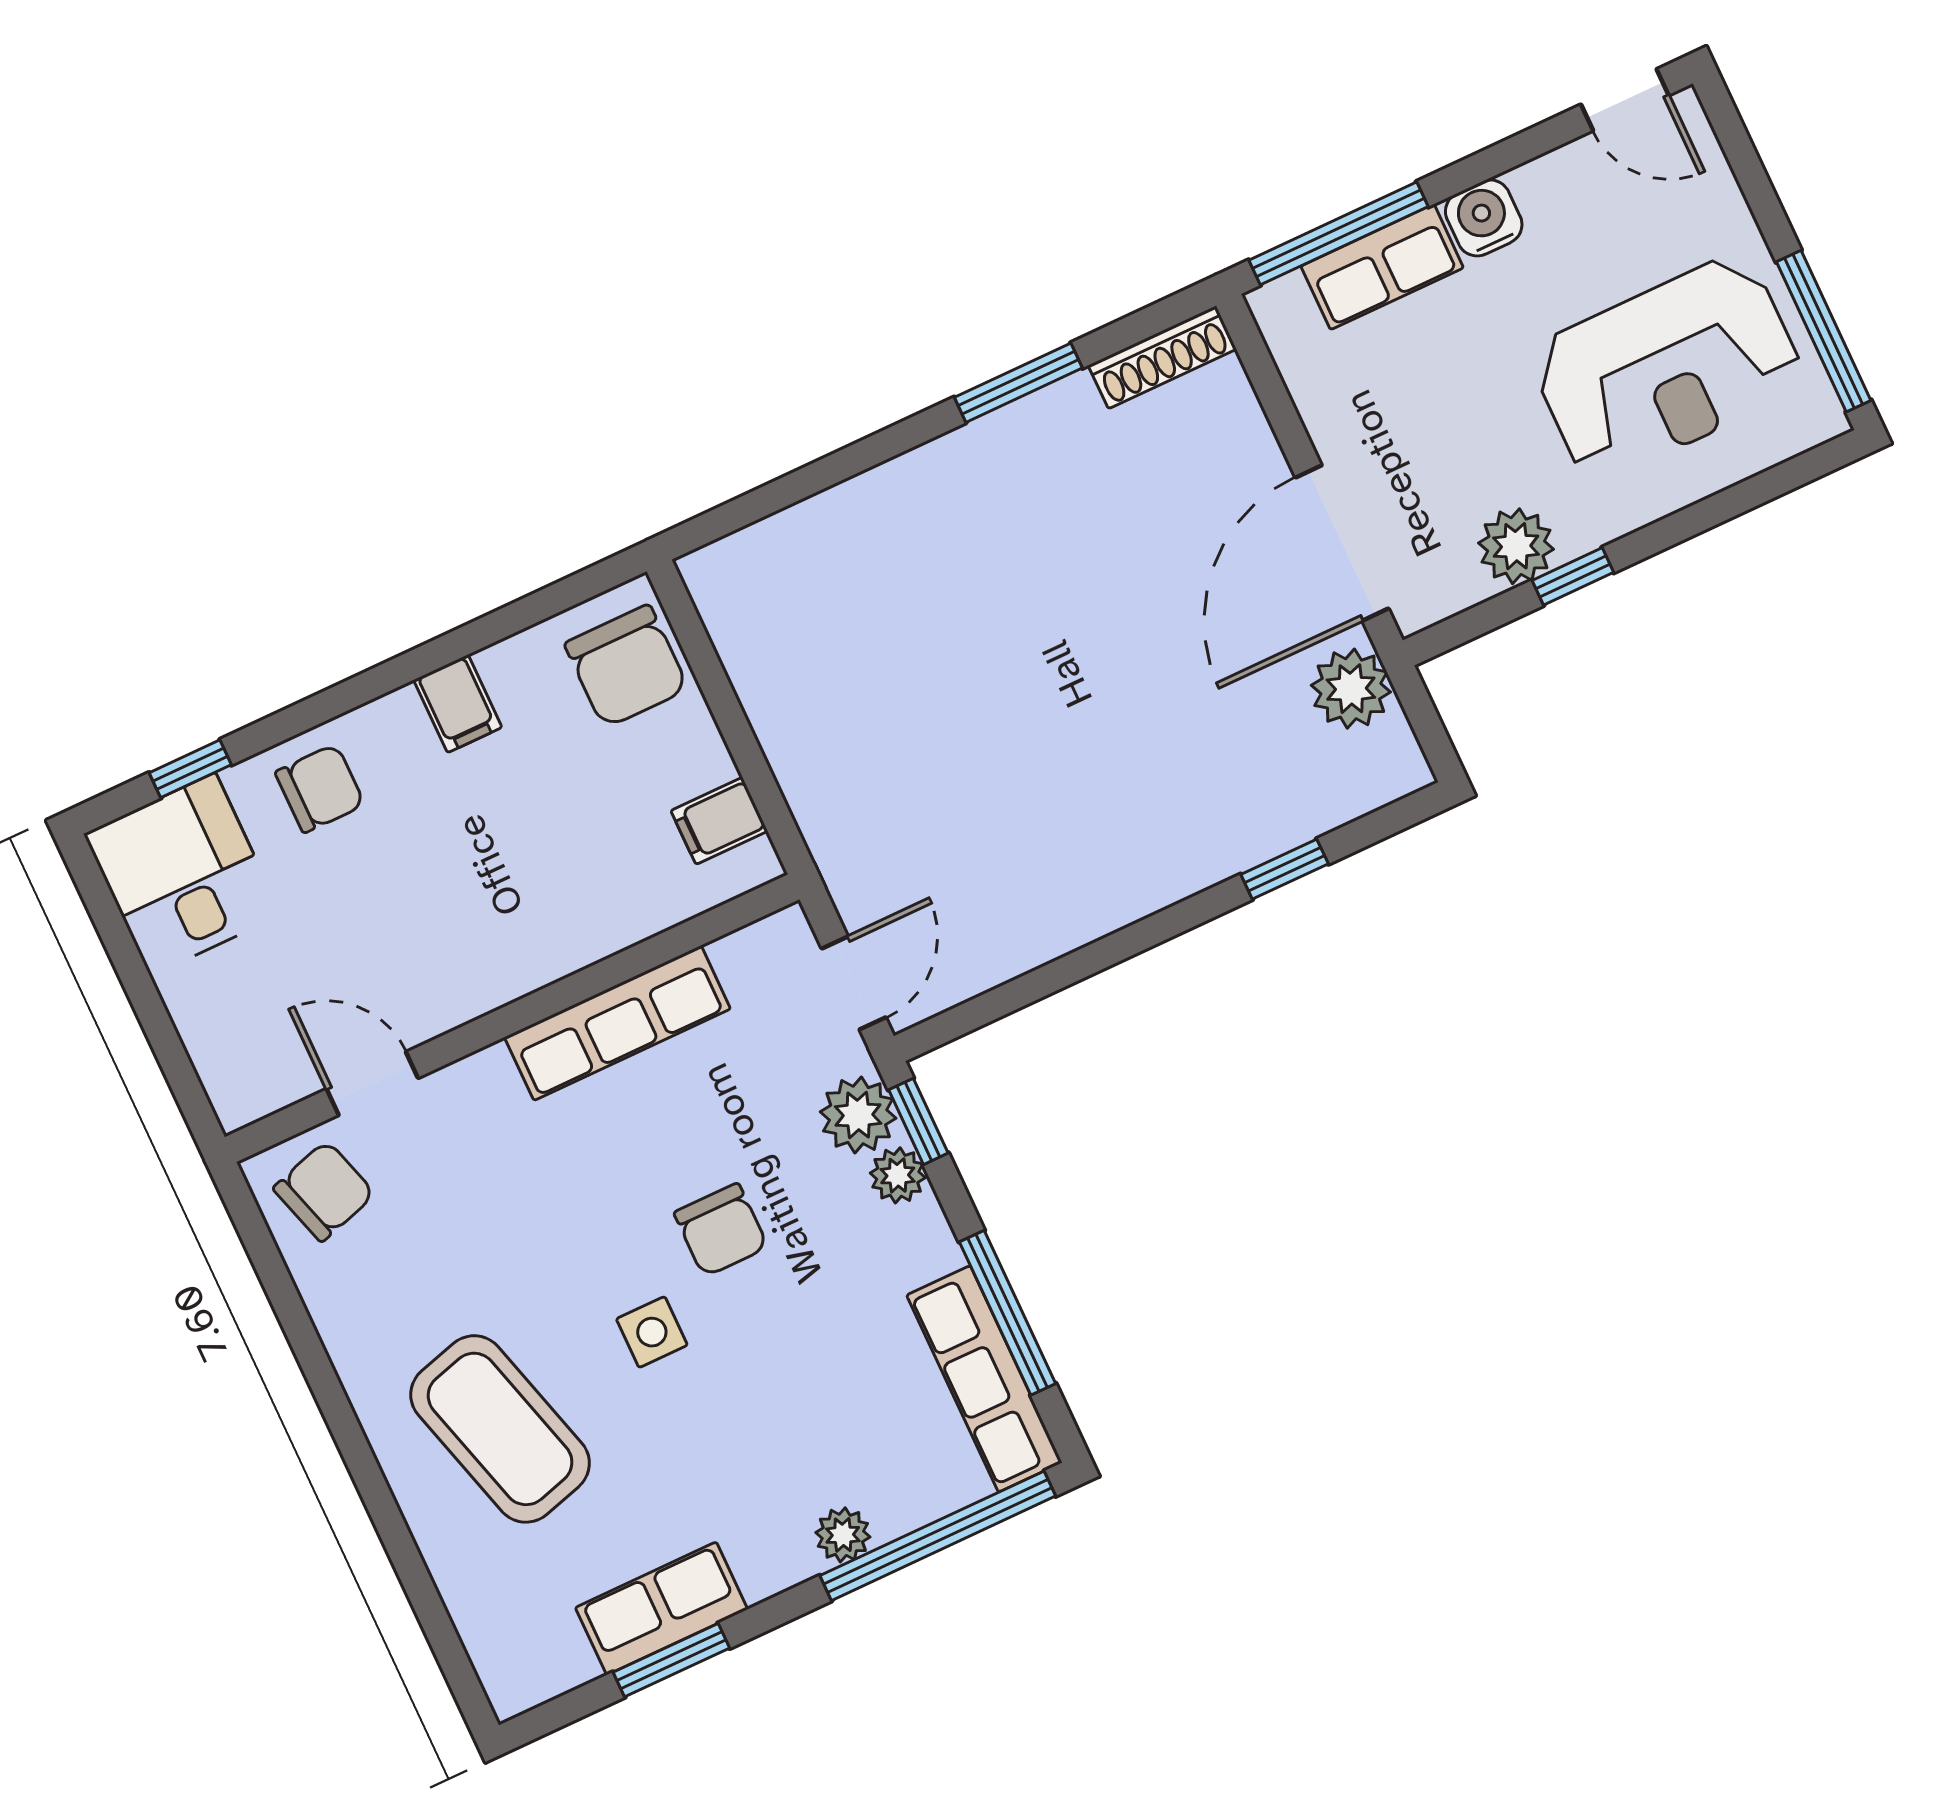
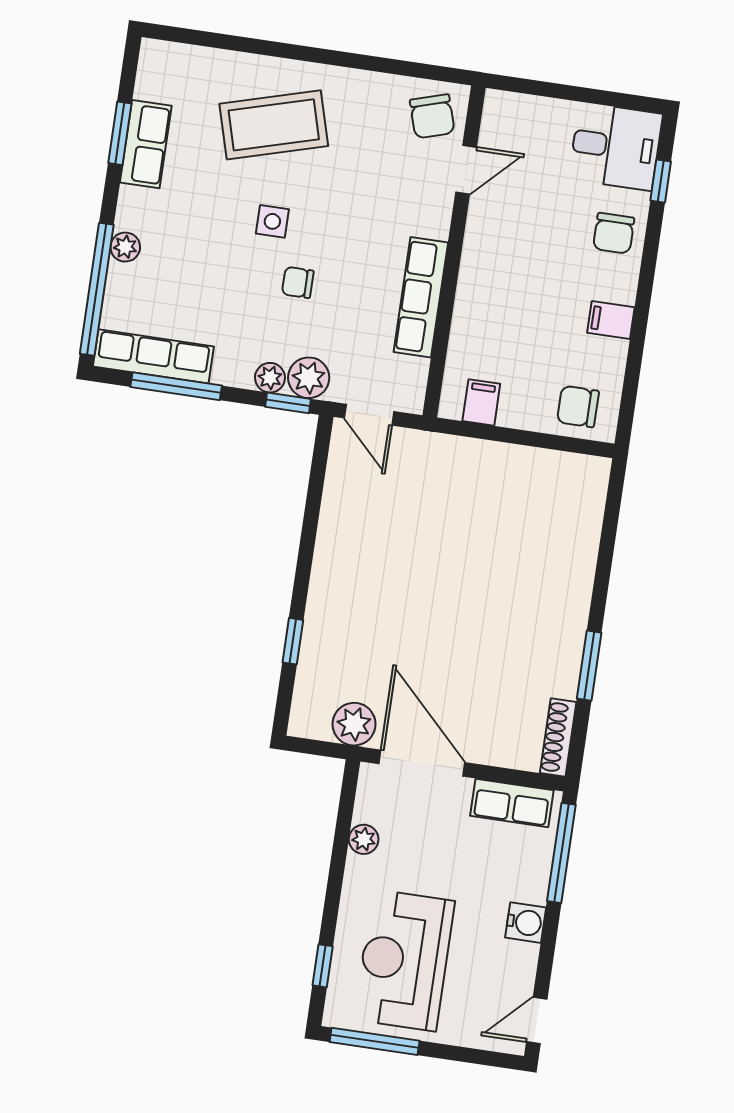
row of seats: (1382, 267) -> (512, 803), moved, turned -90
plant: (1516, 546) -> (364, 839), width x0.73, depth x0.73
window: (1573, 576) -> (323, 966), moved
chair: (626, 666) -> (578, 407), width x0.73, depth x0.73
chair: (721, 1230) -> (298, 282), width x0.73, depth x0.73

